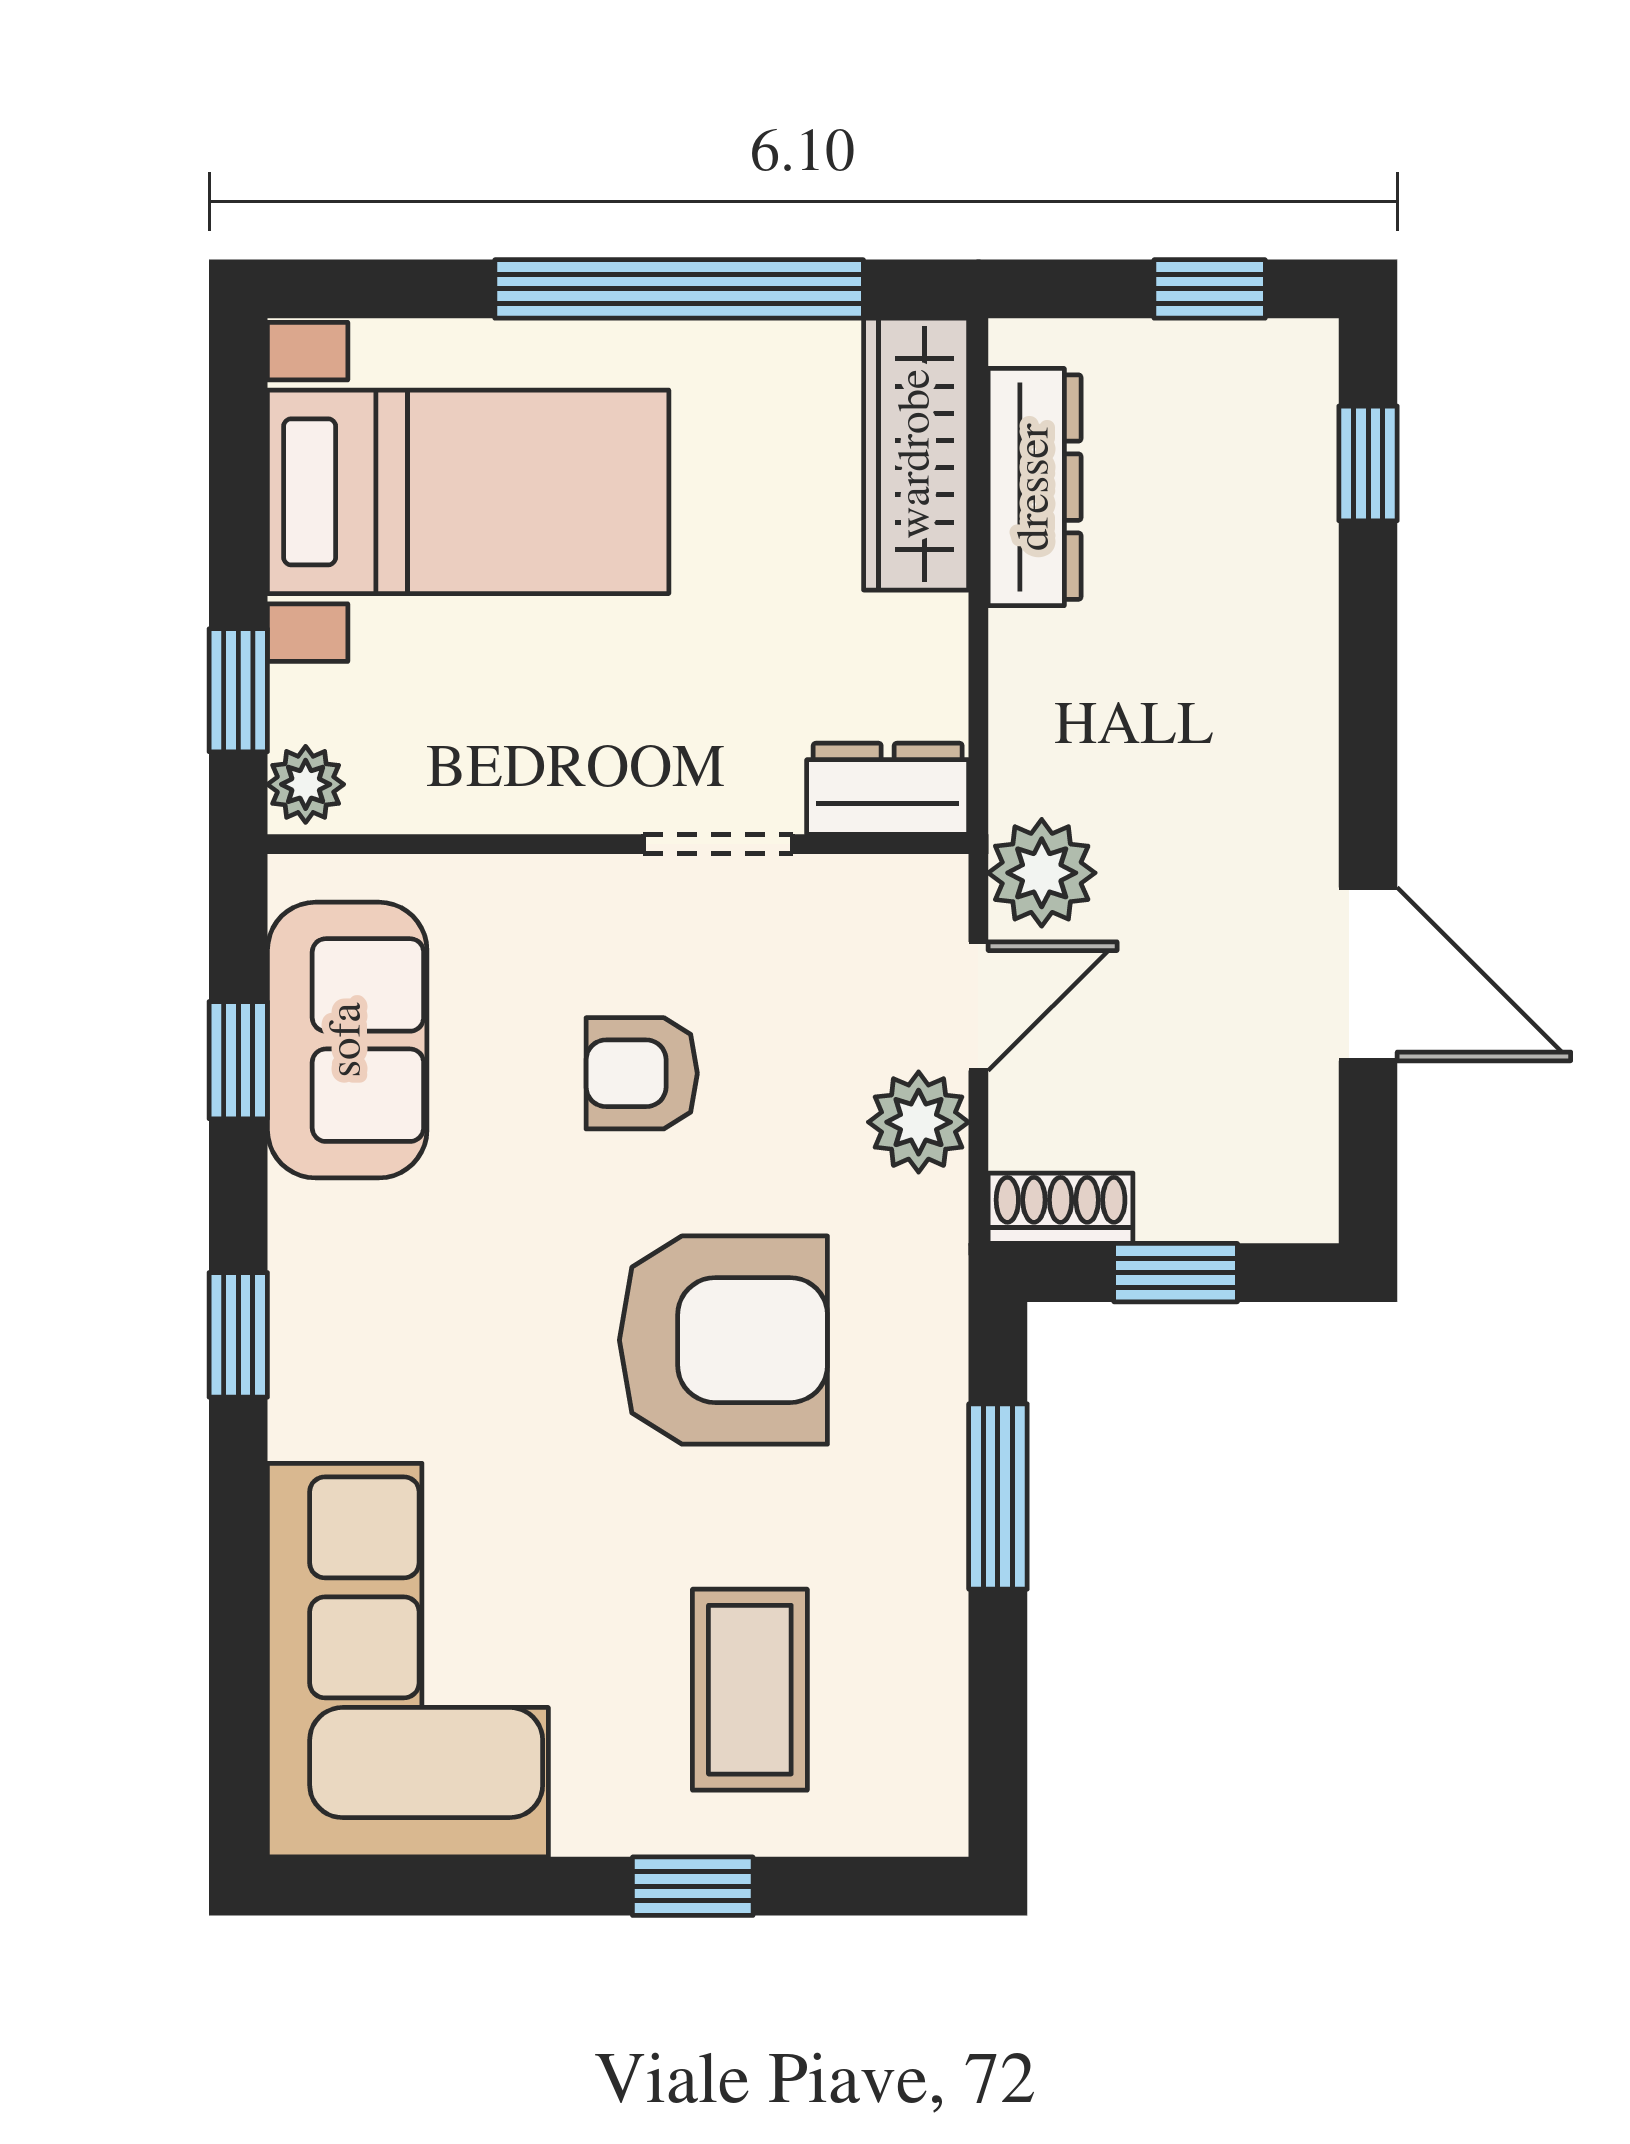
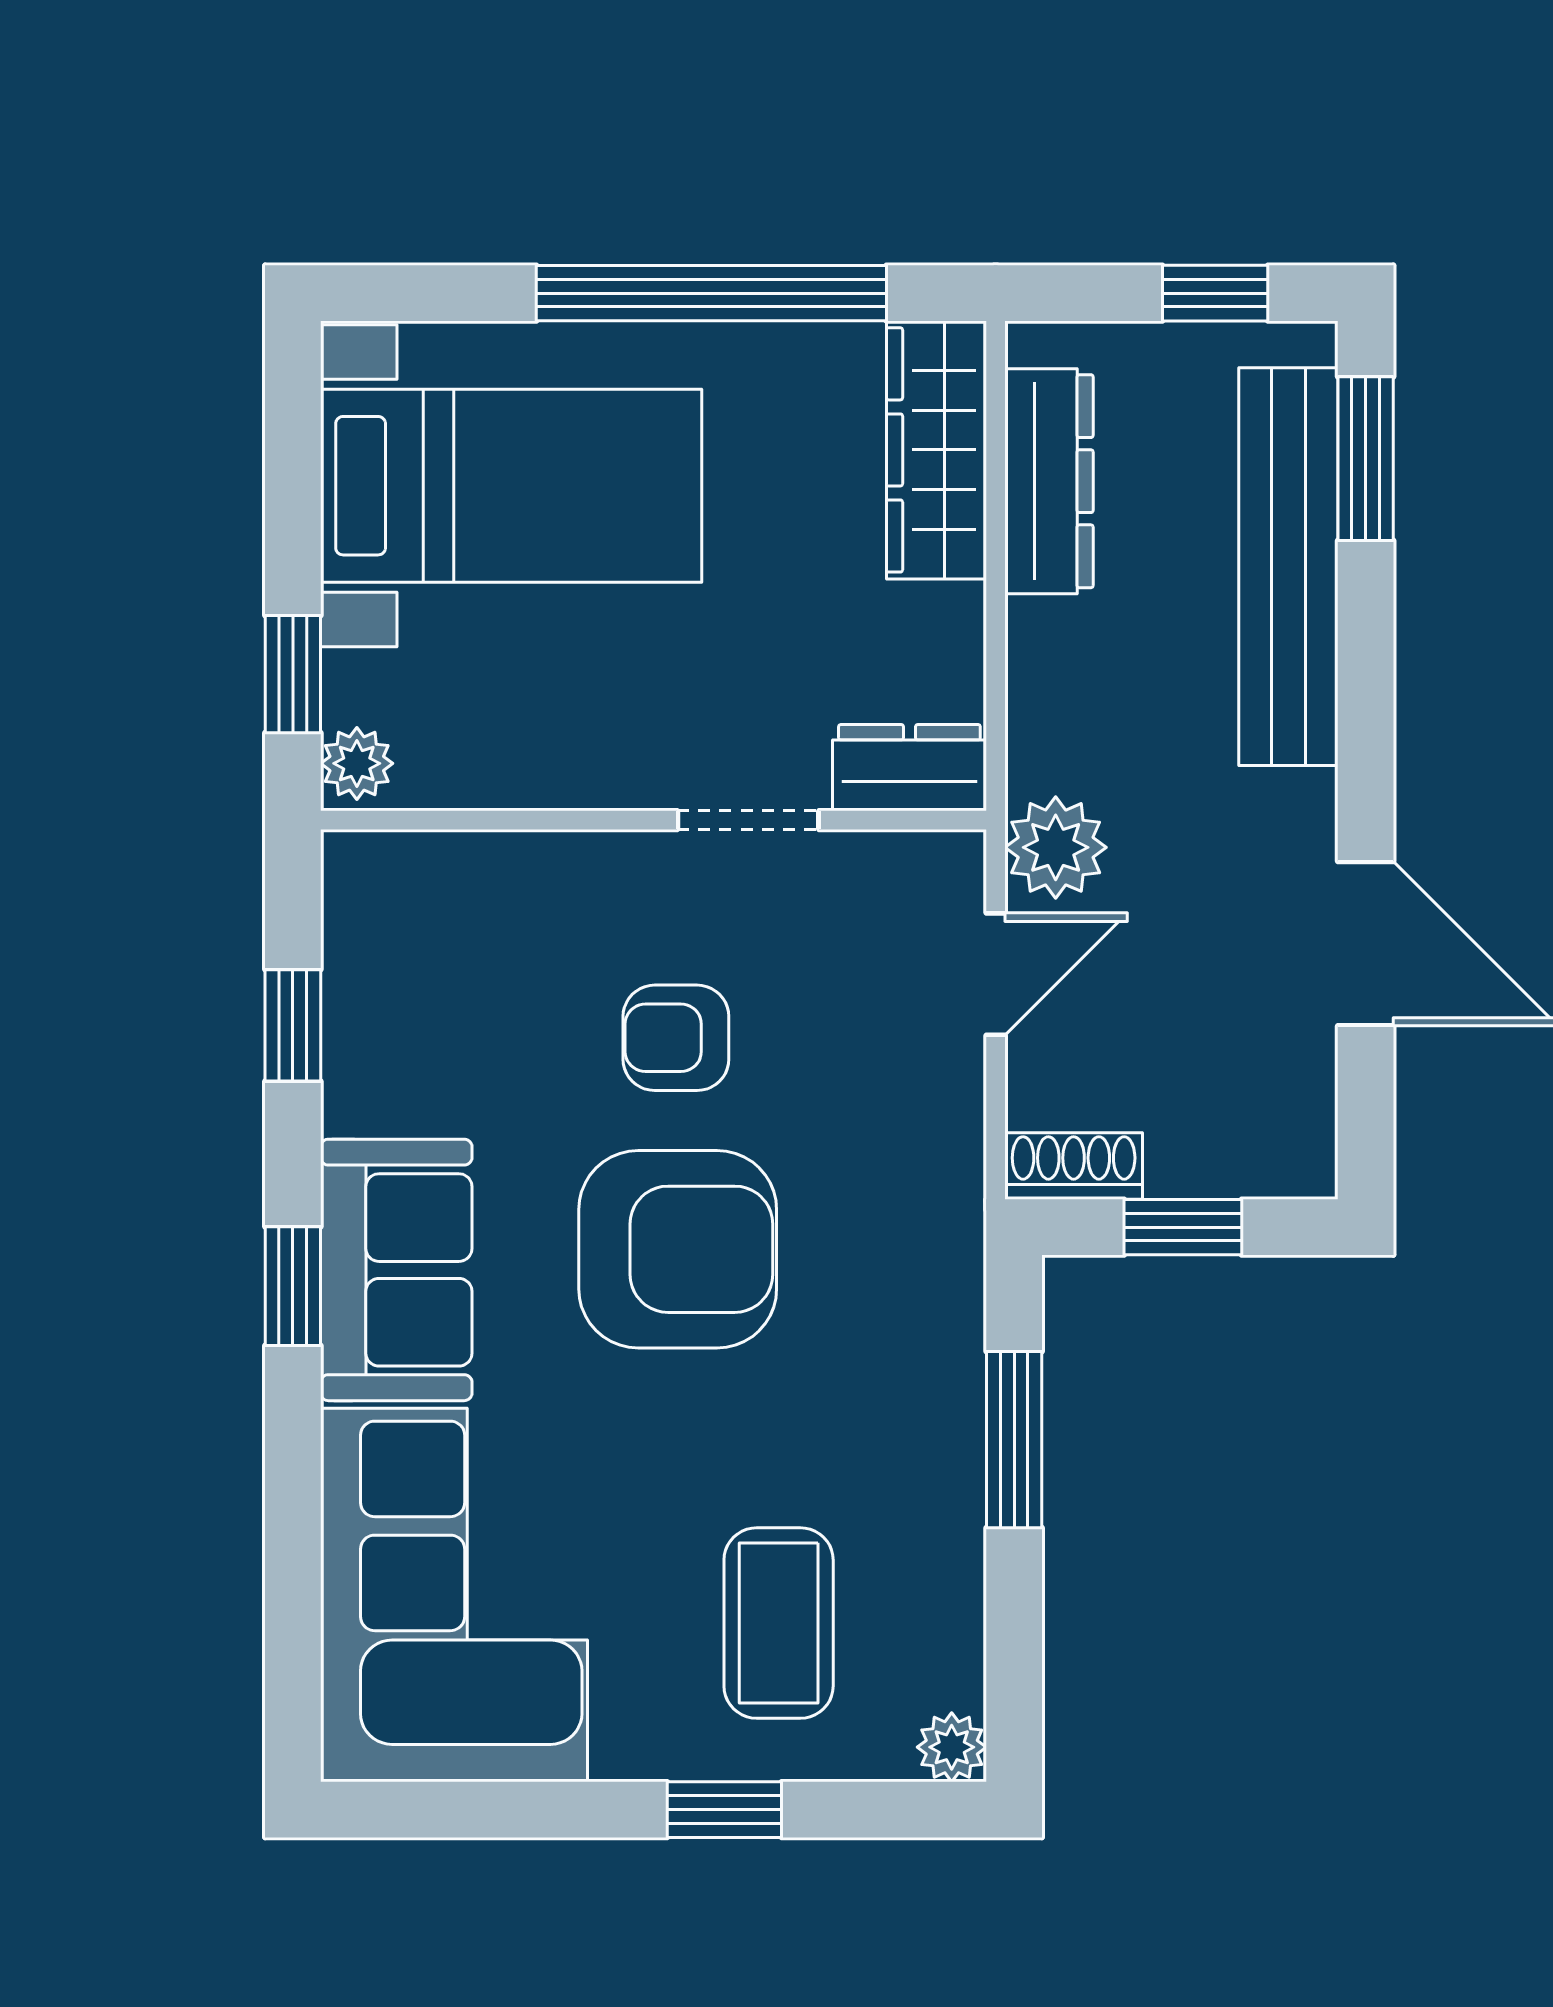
window: (1368, 463) -> (1366, 459), width x1.50
bench: (1287, 577) -> (1288, 567), added
sofa: (347, 1040) -> (396, 1270), moved
plant: (919, 1122) -> (952, 1747), moved, width x0.73, depth x0.73
armchair: (723, 1340) -> (678, 1249), moved

